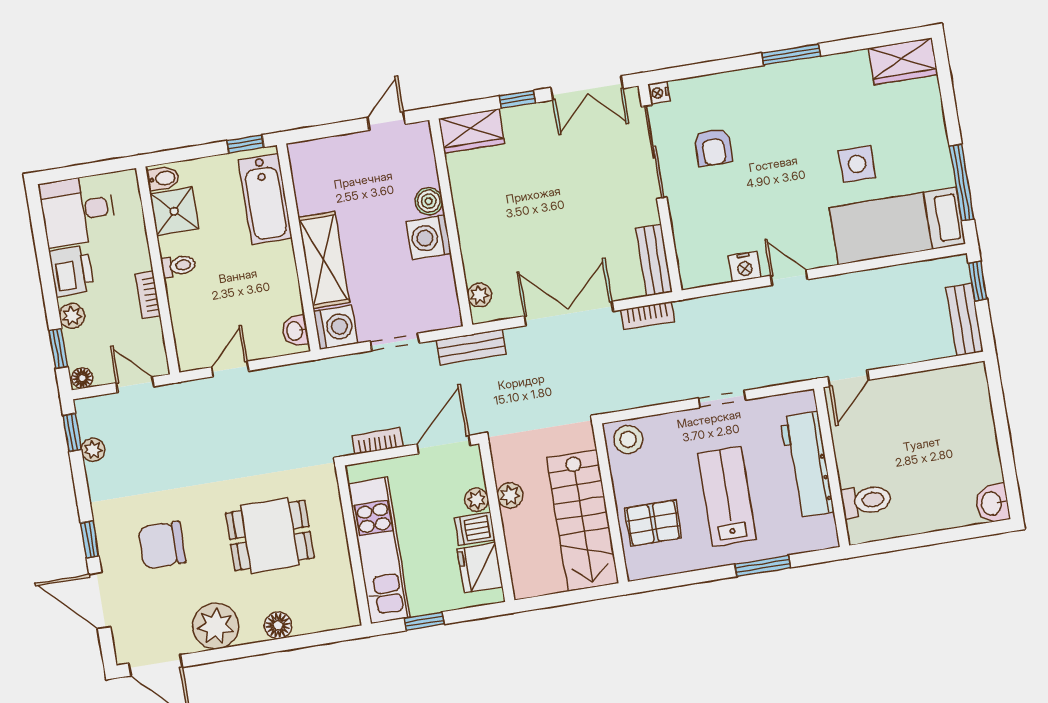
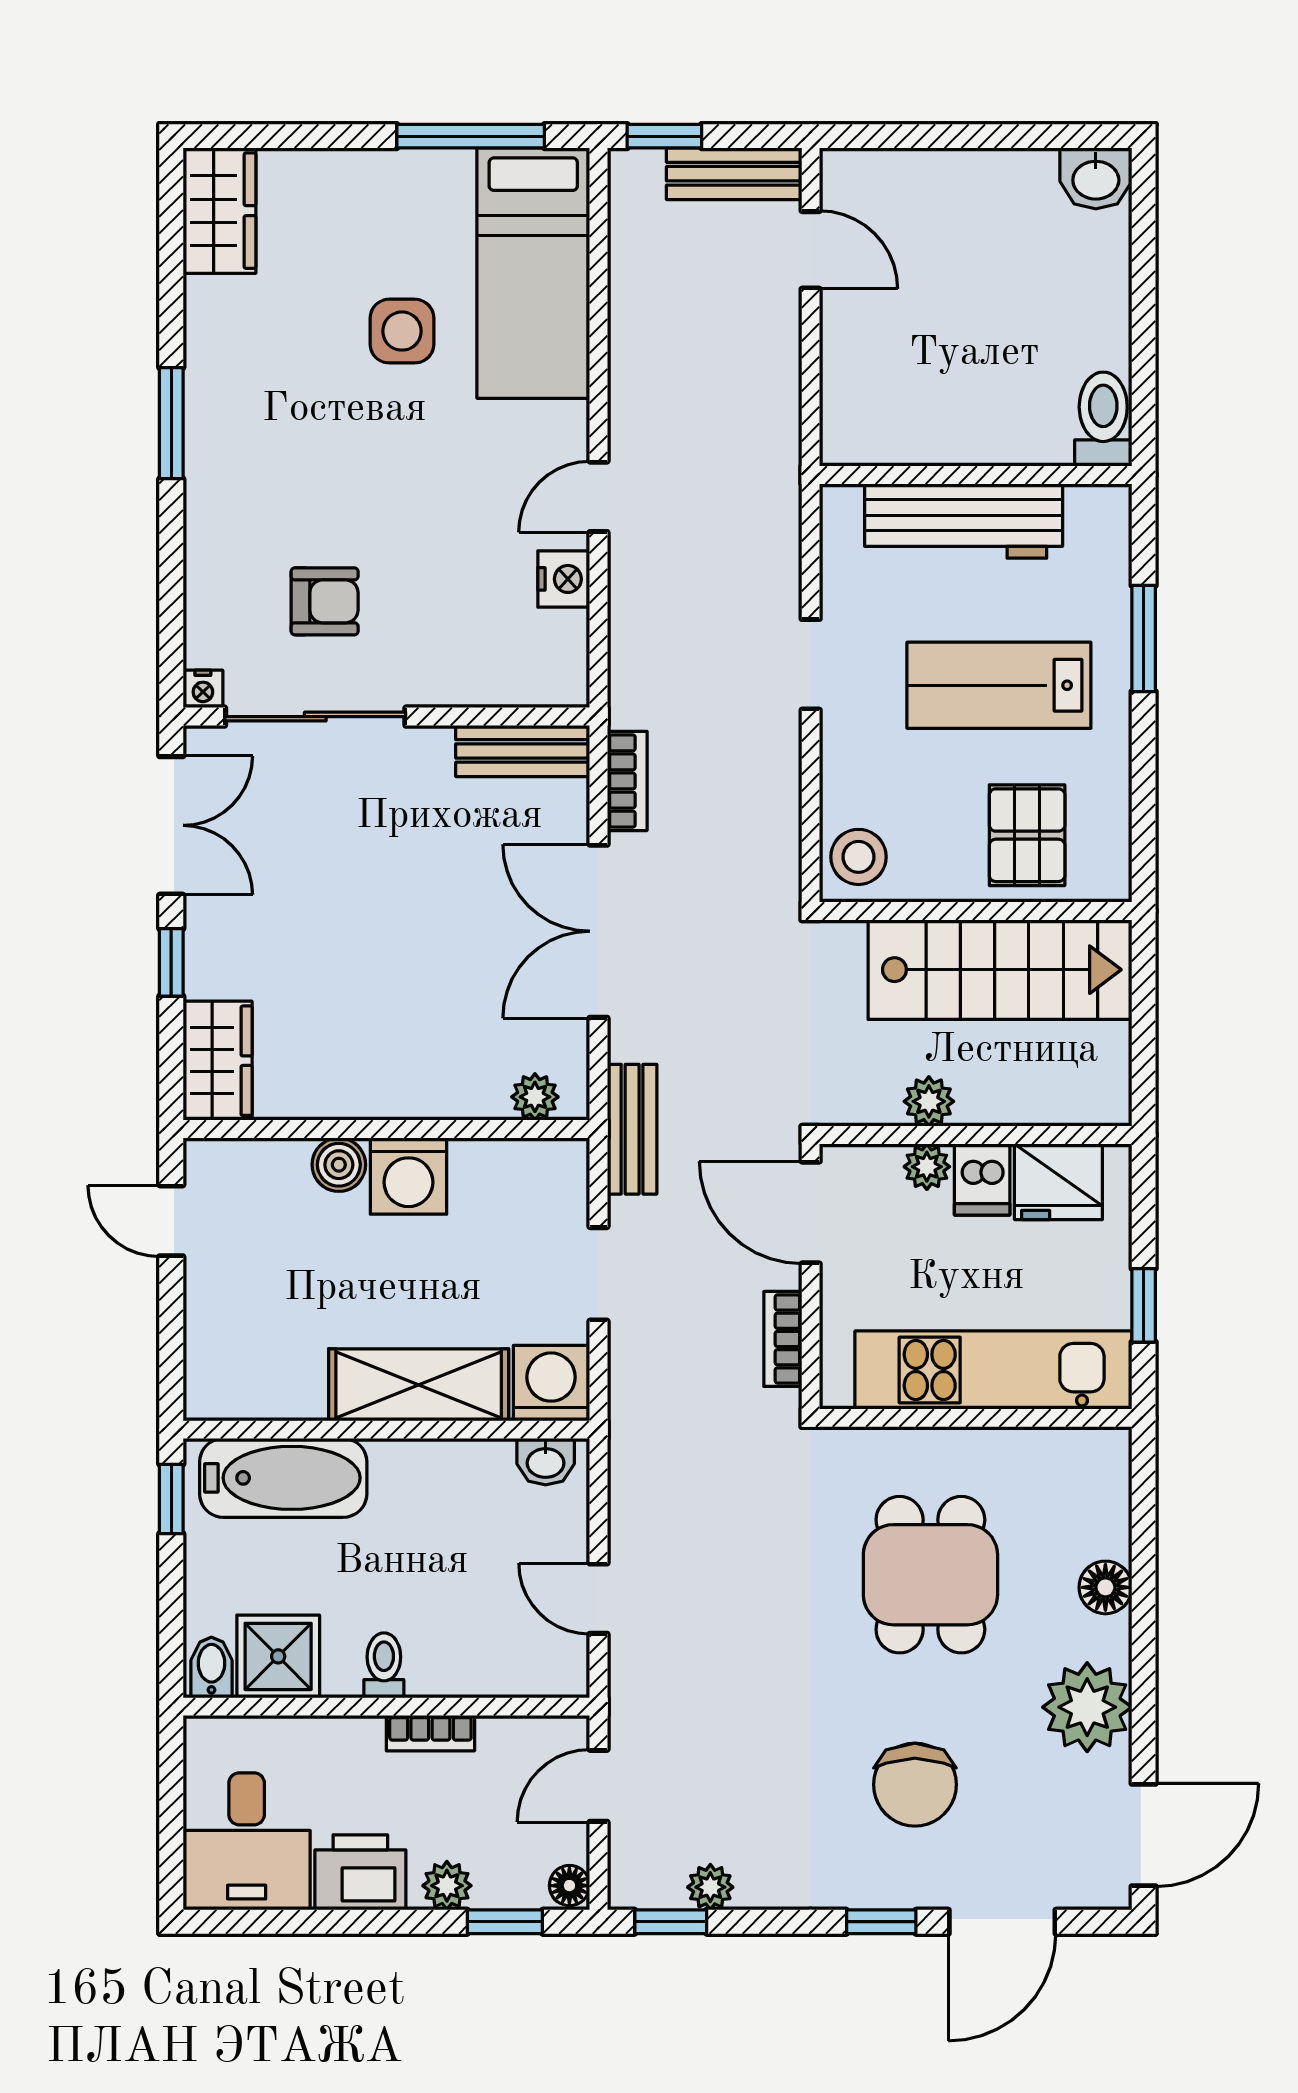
door: (848, 378) -> (811, 250), moved
toilet: (866, 501) -> (1103, 419), moved

